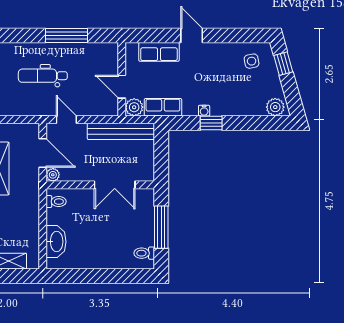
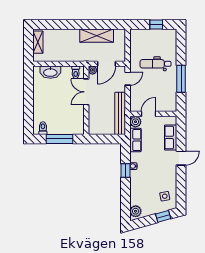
dental chair: (43, 76) -> (155, 64), turned -90
double door: (115, 185) -> (86, 92), moved

